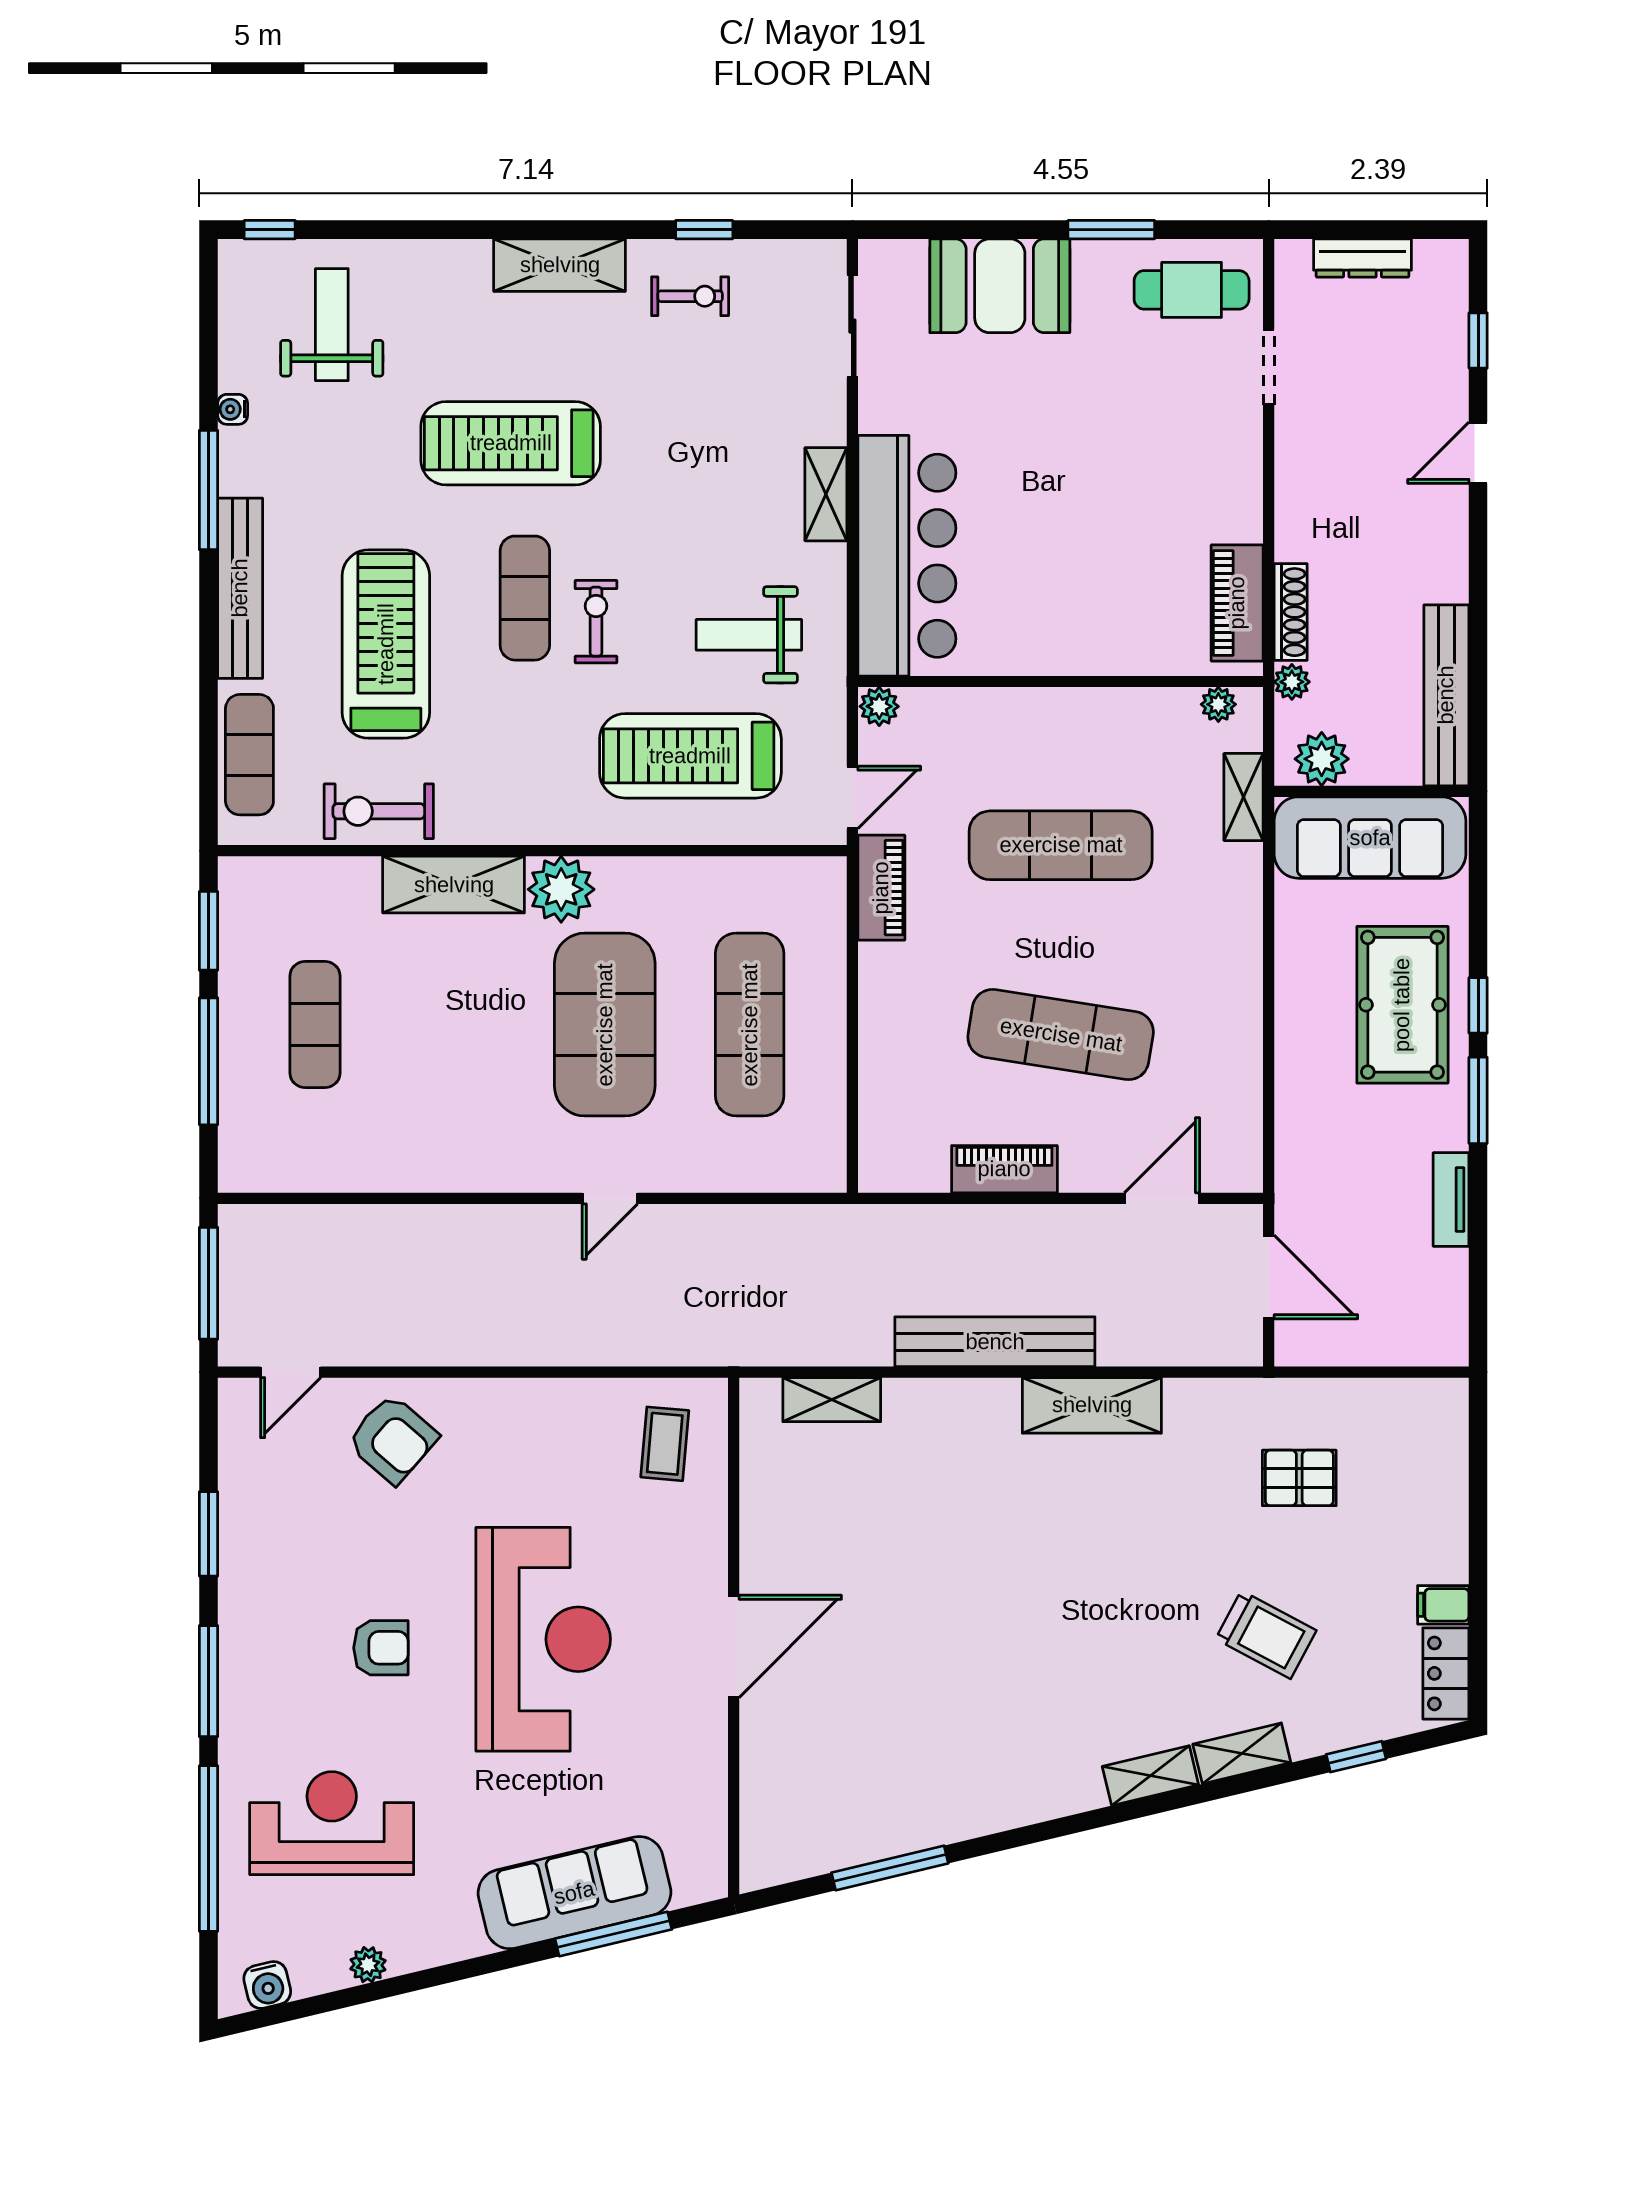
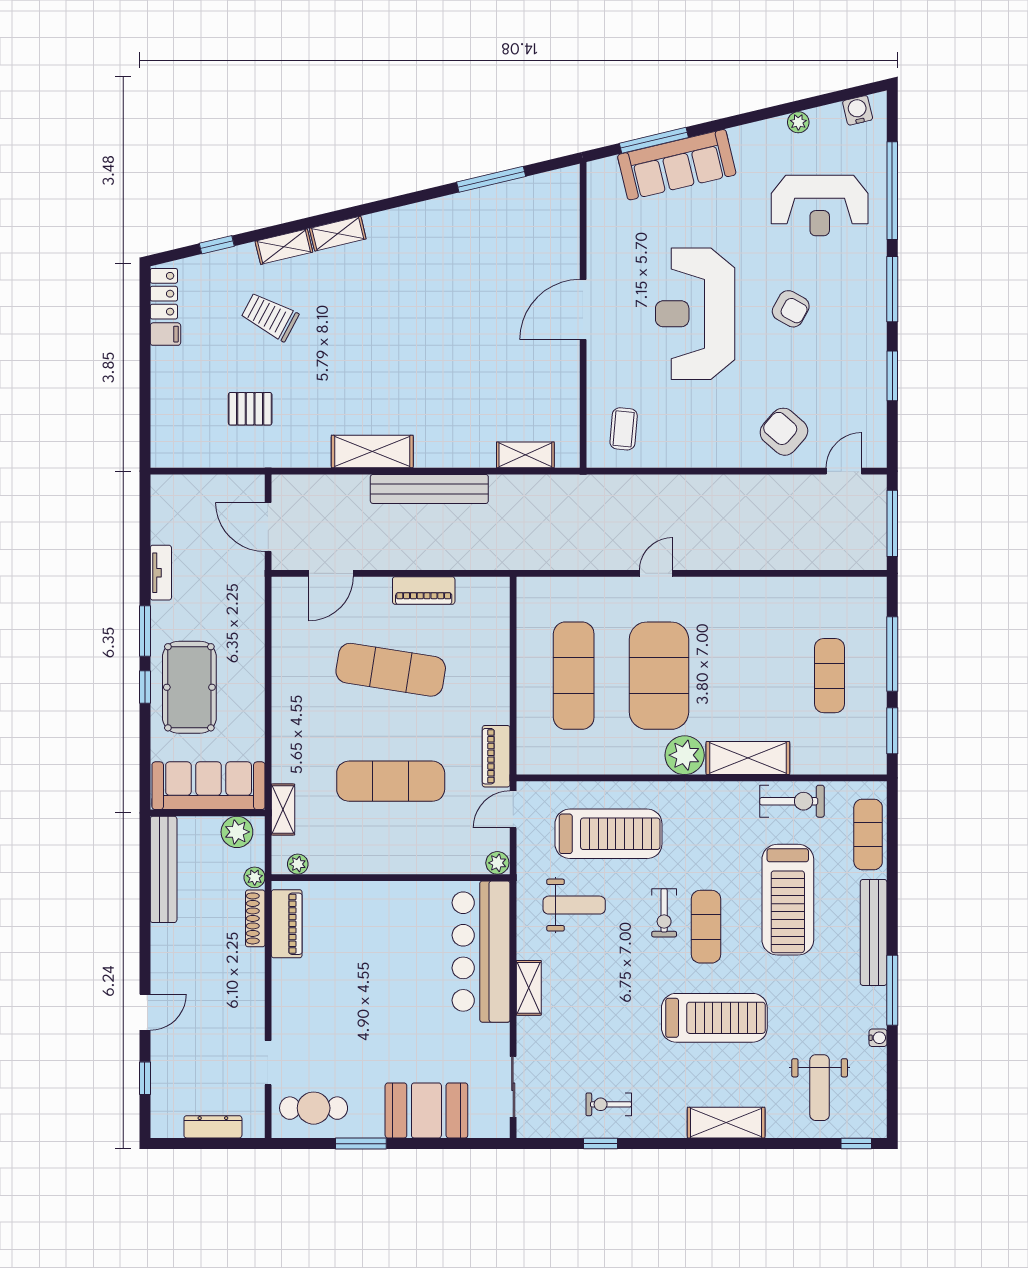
shelving: (560, 265) -> (726, 1123), moved
armchair: (381, 1648) -> (791, 309), turned -151

